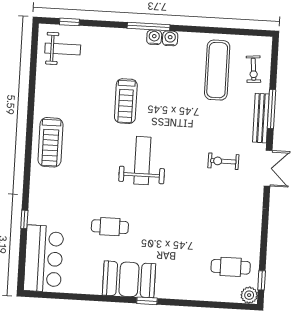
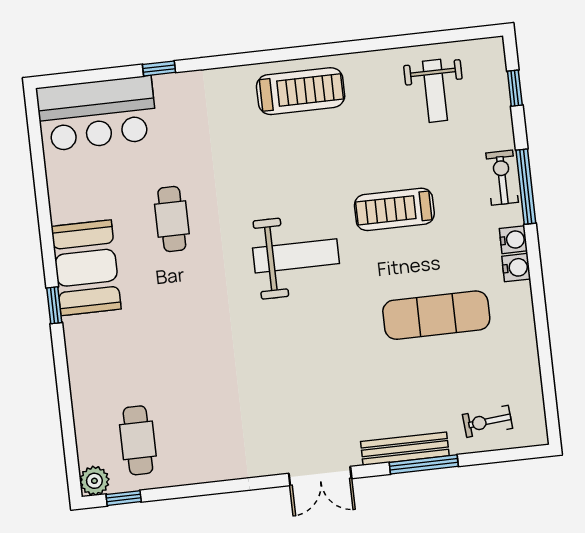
window: (149, 27) -> (526, 187), moved
weight bench: (63, 49) -> (435, 91), moved
exercise mat: (217, 70) -> (436, 315), moved
treadmill: (51, 142) -> (301, 91), turned 180
exercise bike: (223, 161) -> (502, 178), moved

